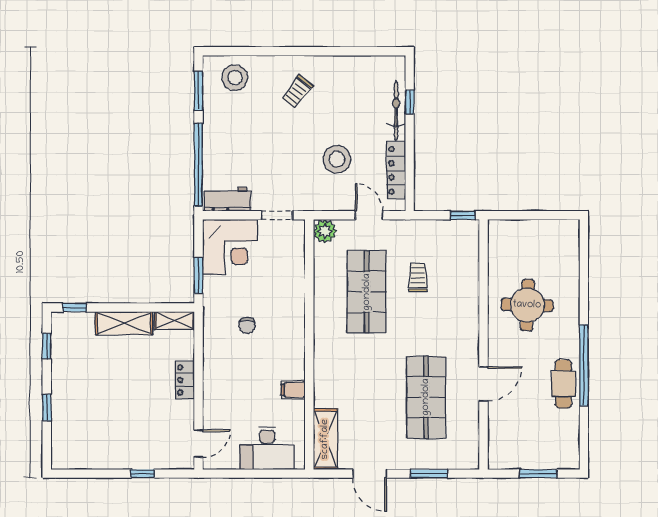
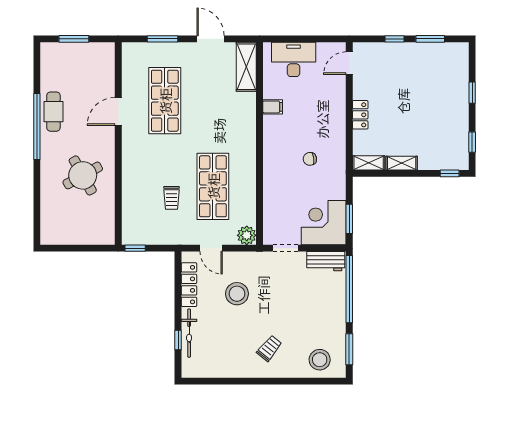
window: (198, 275) -> (349, 219), moved
round table: (527, 305) -> (83, 175), turned -31
shelving: (124, 323) -> (402, 163), width x0.67, depth x0.75
chair: (247, 325) -> (310, 159), turned -98
window: (98, 474) -> (430, 39), added

